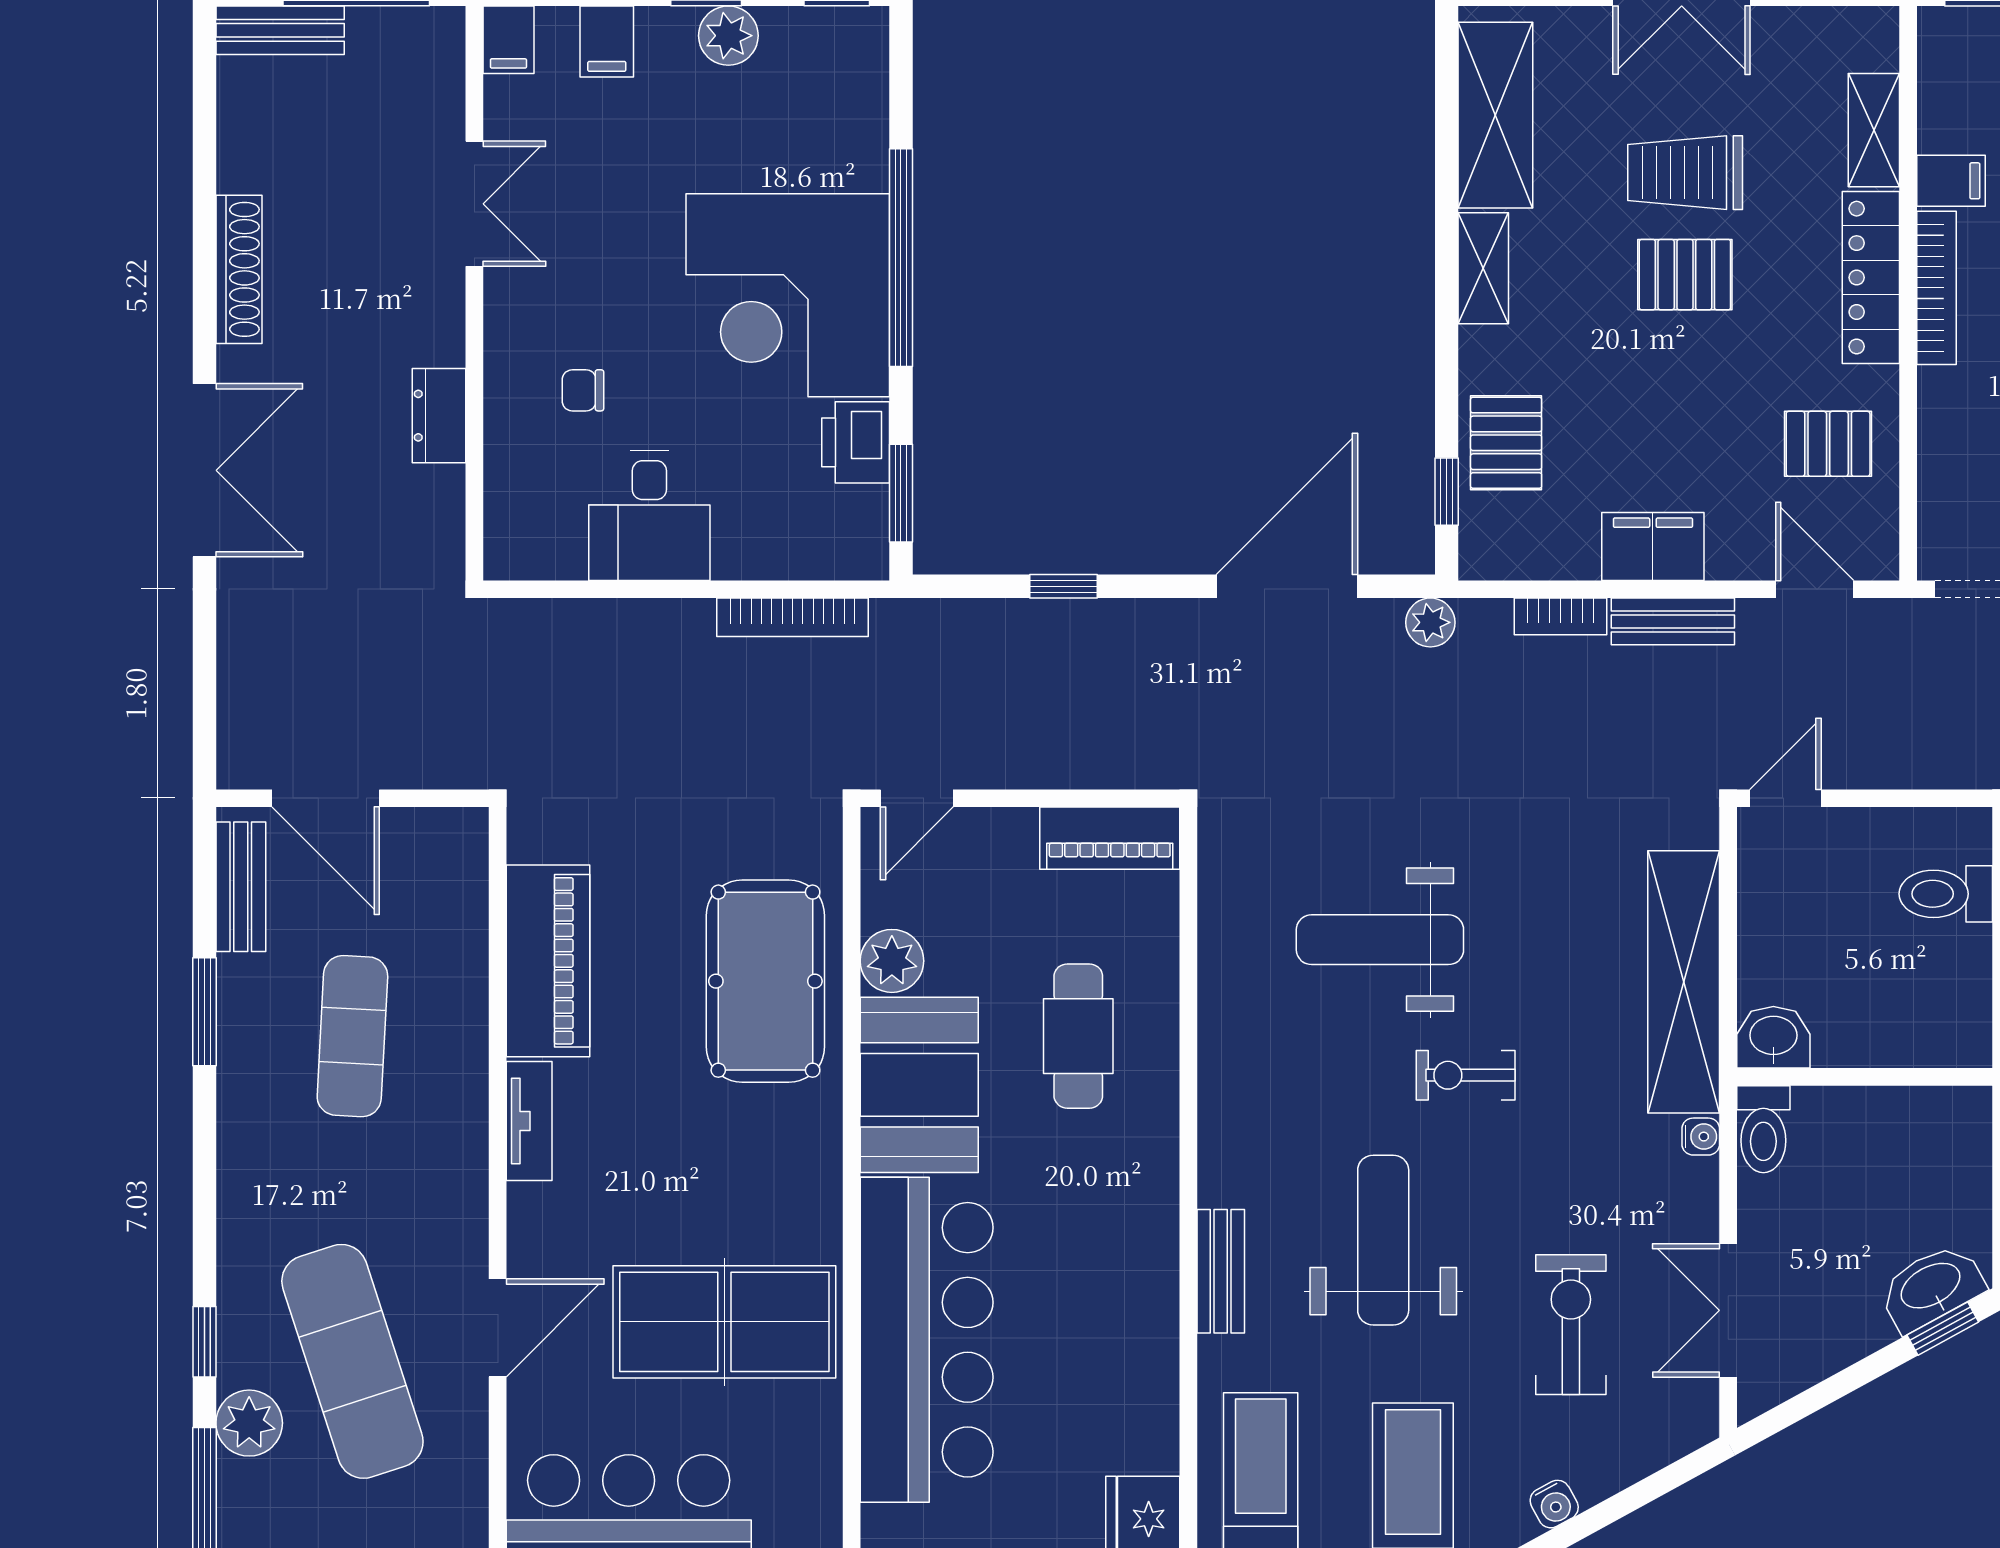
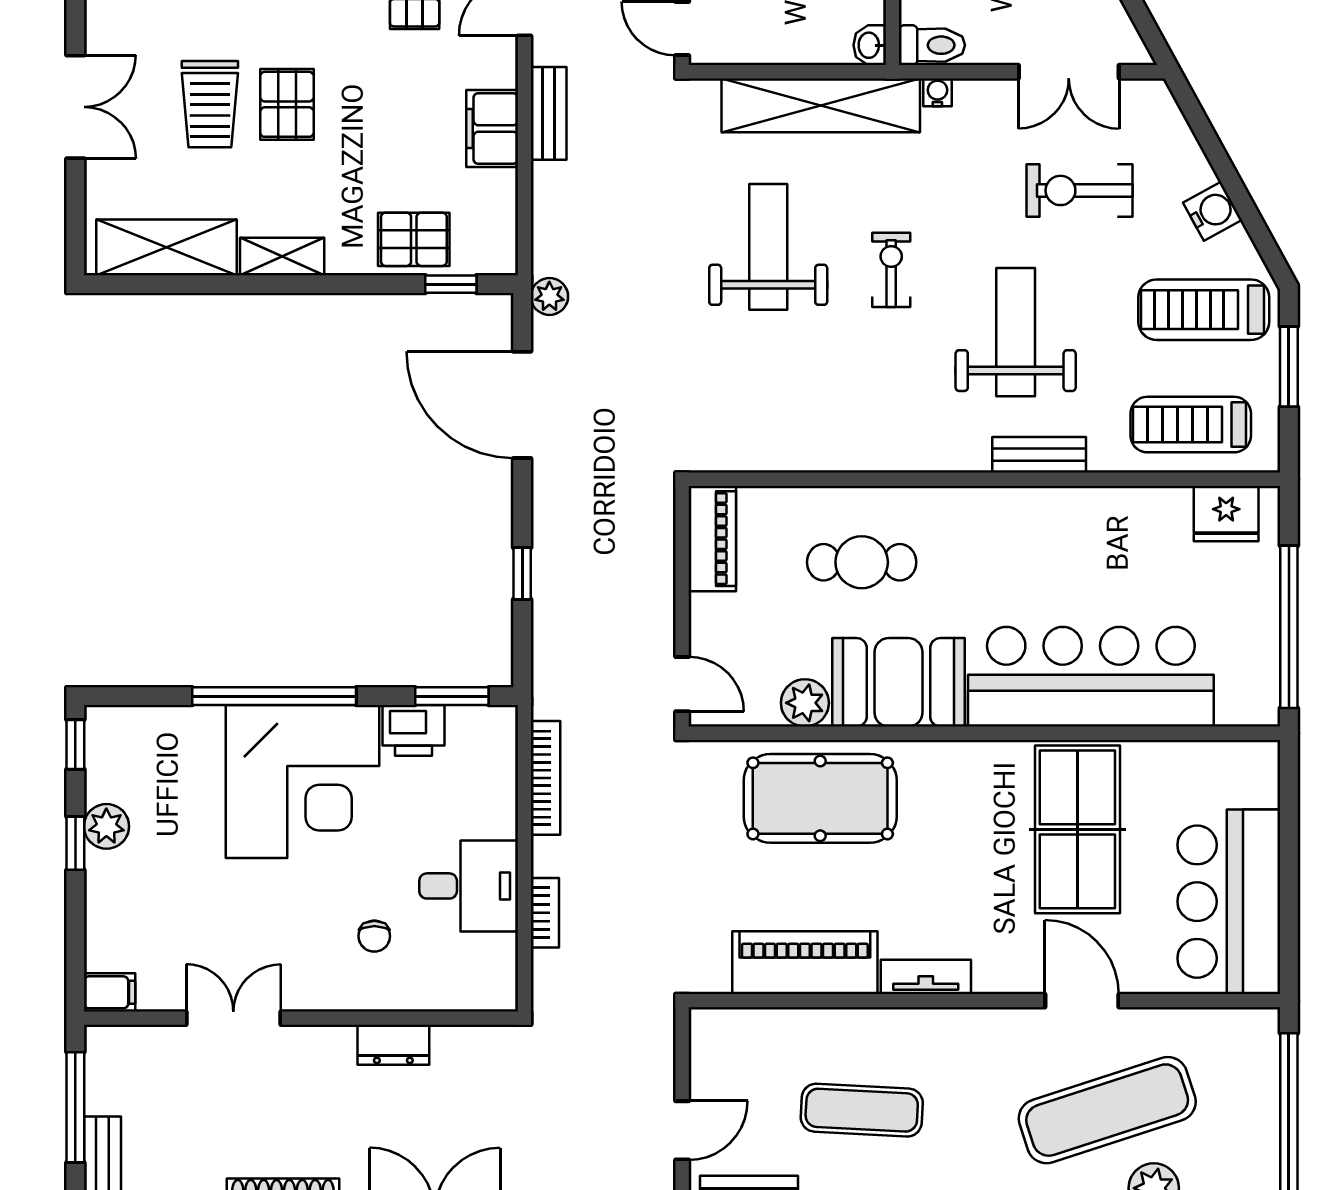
filing cabinet: (607, 41) -> (111, 918), removed
bookcase: (1561, 616) -> (545, 913), moved
door: (326, 798) -> (682, 1130), width x0.73
weight bench: (1380, 940) -> (768, 247), moved, turned 180
washbasin: (1773, 1037) -> (870, 45), width x0.72, depth x0.69
exercise bike: (1466, 1075) -> (891, 270), turned 180
weight bench: (1383, 1240) -> (1016, 332), turned 90
water cooler: (1554, 1504) -> (1213, 211), width x1.38, depth x1.38

